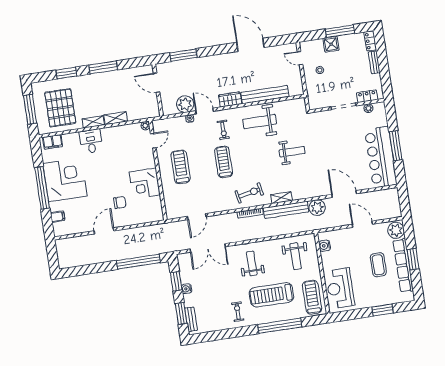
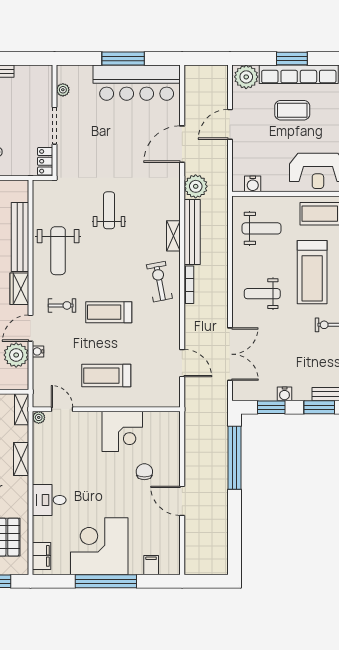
locker: (367, 96) -> (45, 161), moved
shelving: (93, 122) -> (22, 409), moved

